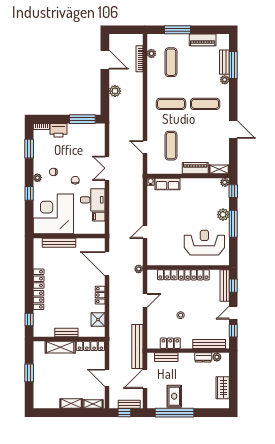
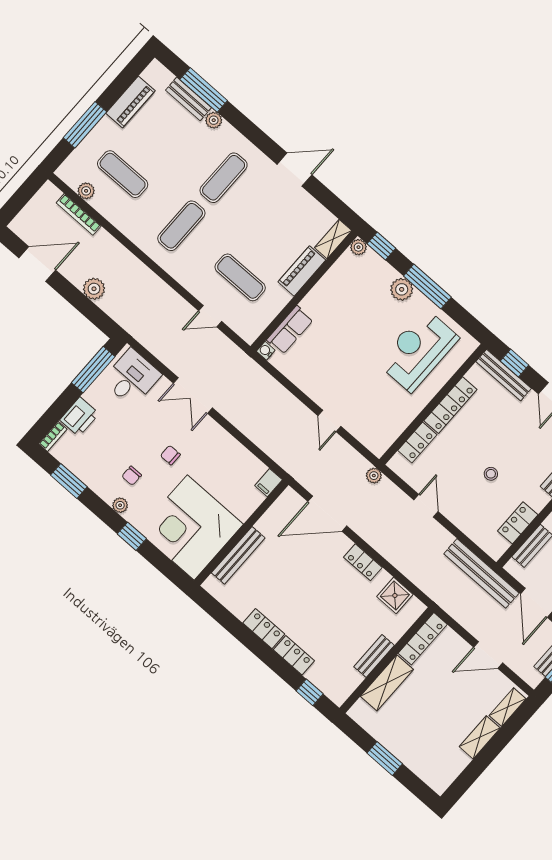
desk: (93, 200) -> (132, 378), moved
filing cabinet: (99, 217) -> (269, 483), moved

